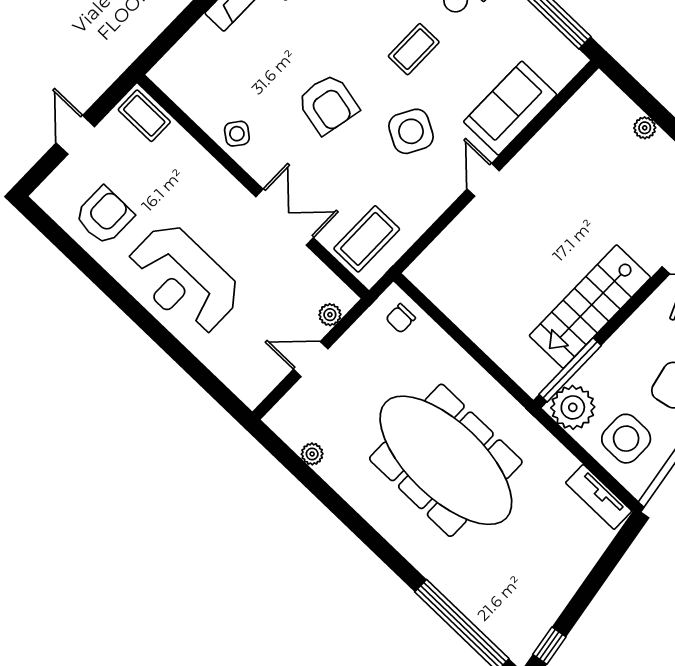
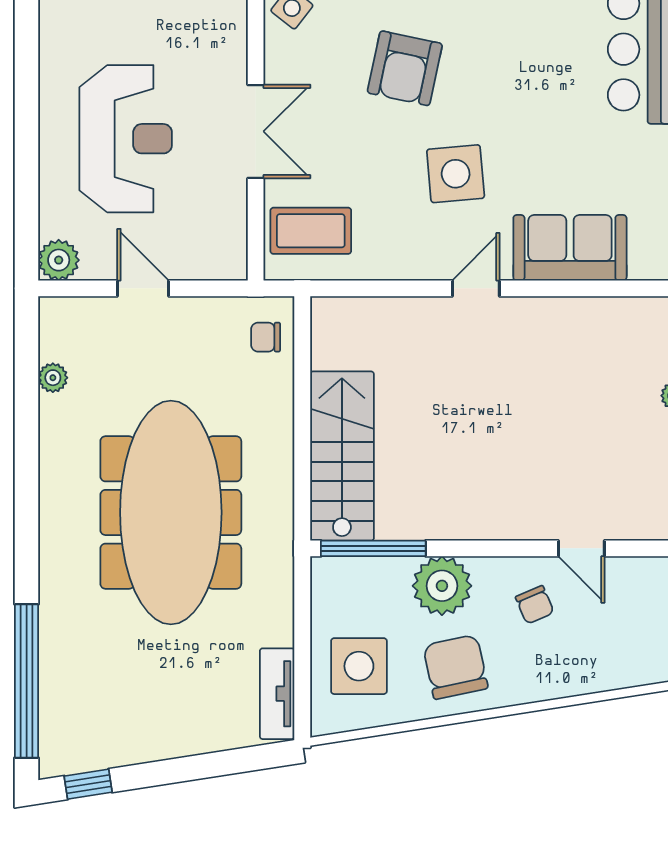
coffee table: (414, 49) -> (537, 100), removed
side table: (411, 131) -> (456, 174), turned -34
reception desk: (183, 280) -> (126, 139), moved, turned 180
stairs: (590, 307) -> (342, 456), moved, turned 90
plant: (330, 315) -> (59, 260), moved, width x1.38, depth x1.38
plant: (573, 407) -> (442, 586), moved

